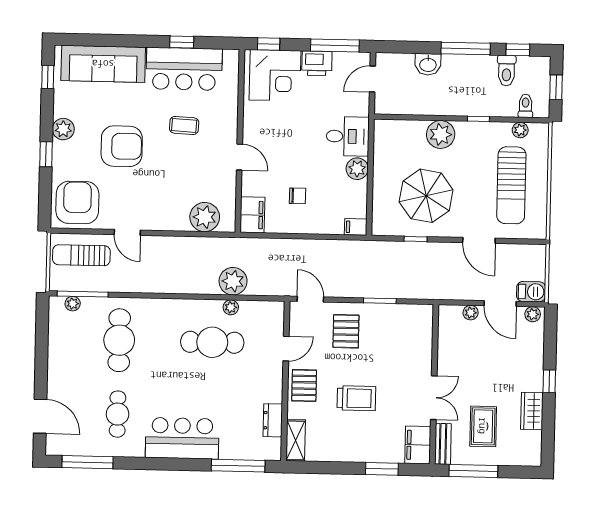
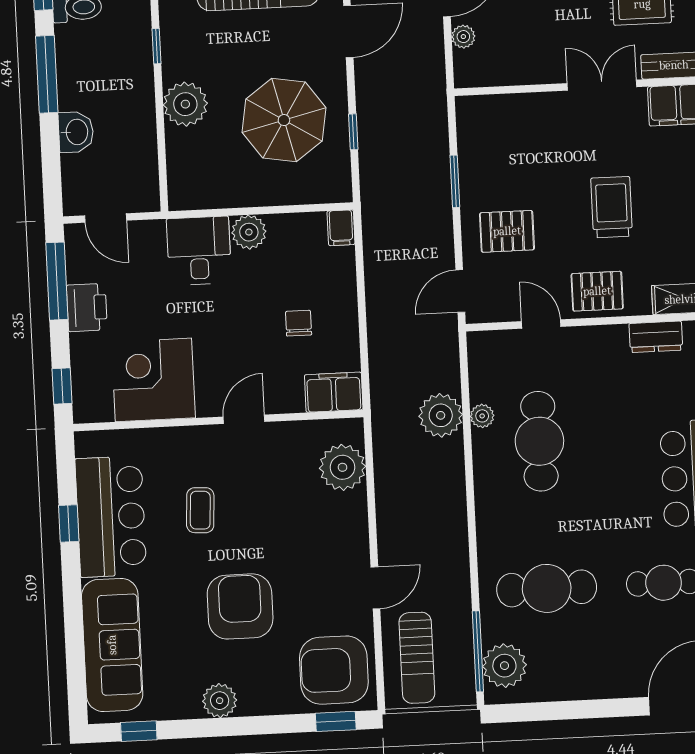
corner desk: (275, 75) -> (153, 380), moved, turned -90
window: (46, 154) -> (336, 721), moved
plant: (73, 304) -> (504, 666), width x1.88, depth x1.88

